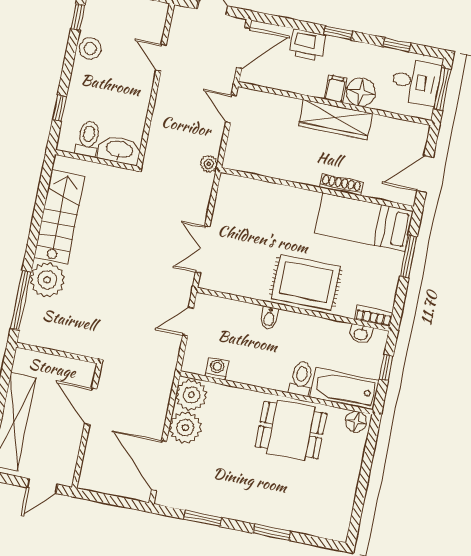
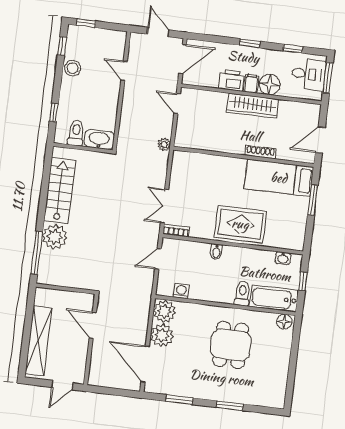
printer: (307, 45) -> (232, 80), moved, turned 180
bookcase: (374, 316) -> (176, 231), moved
dining table: (291, 430) -> (231, 345), moved, turned 90

